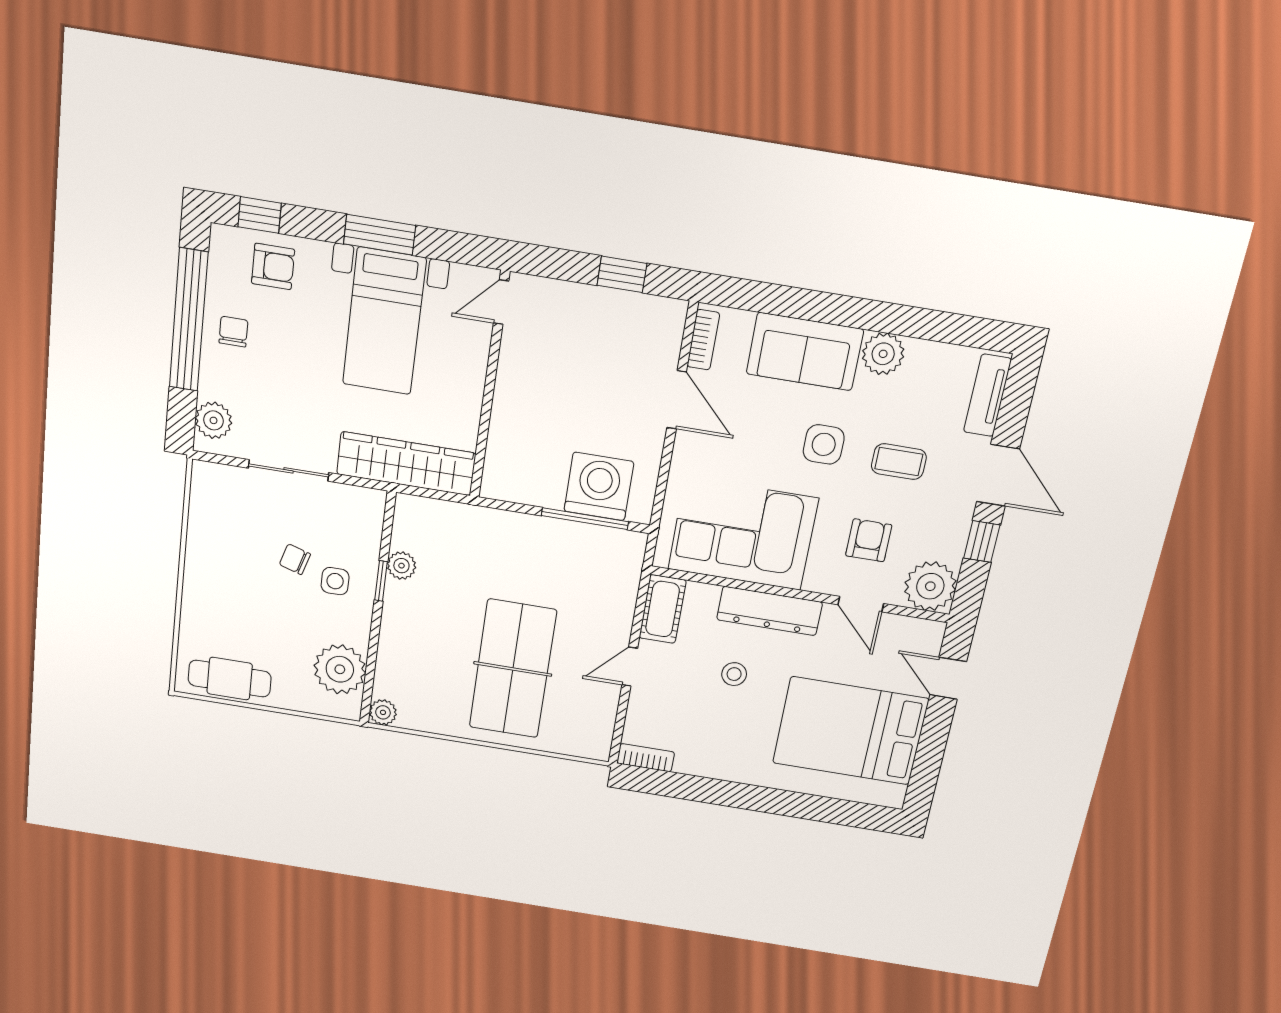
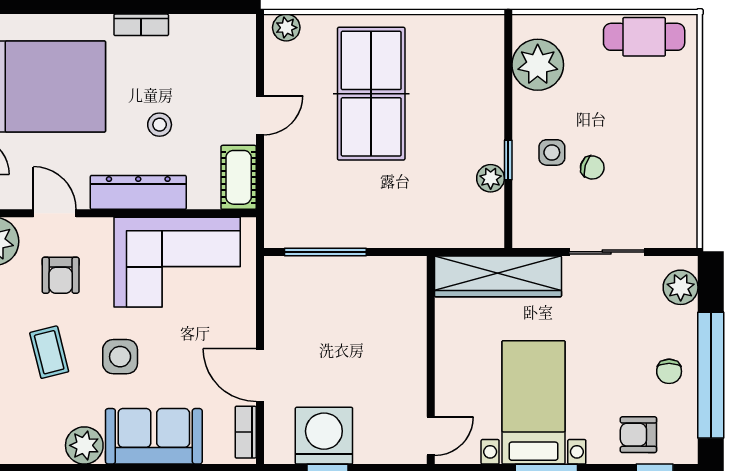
coffee table: (899, 462) -> (49, 352), turned 76
washing machine: (599, 486) -> (324, 436), moved, turned 180
plant: (383, 712) -> (286, 28), moved
bookcase: (646, 758) -> (141, 25), moved

